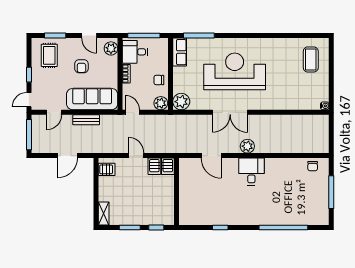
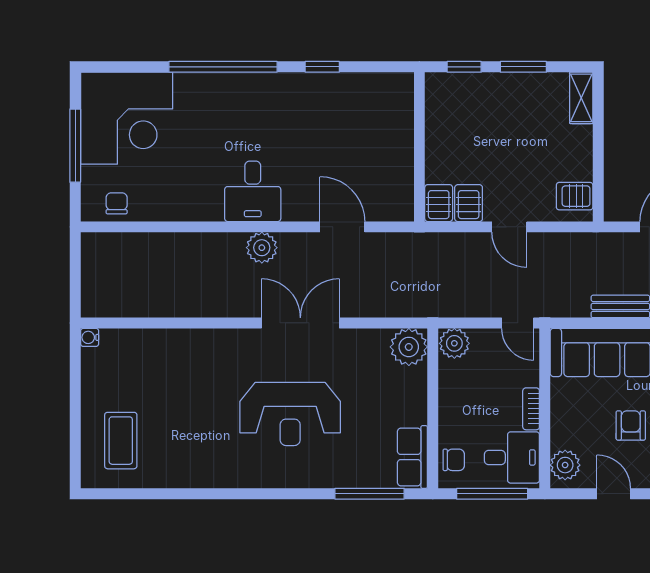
reception desk: (235, 71) -> (290, 414), width x0.74, depth x0.77
chair: (159, 80) -> (454, 460), moved
corner desk: (308, 204) -> (127, 118), added
window: (283, 228) -> (223, 67), moved

